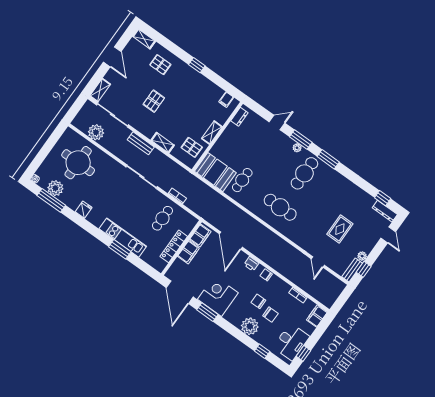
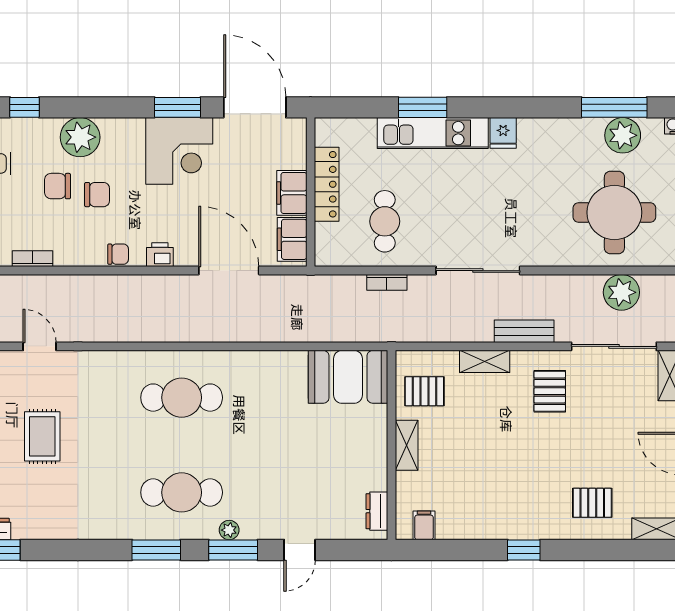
pallet: (154, 101) -> (550, 391), moved
cafe table: (304, 173) -> (182, 492), turned 90
cafe table: (242, 180) -> (288, 398), removed
fridge: (84, 210) -> (503, 133), moved

